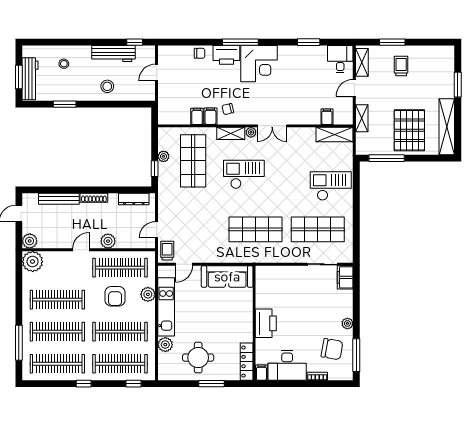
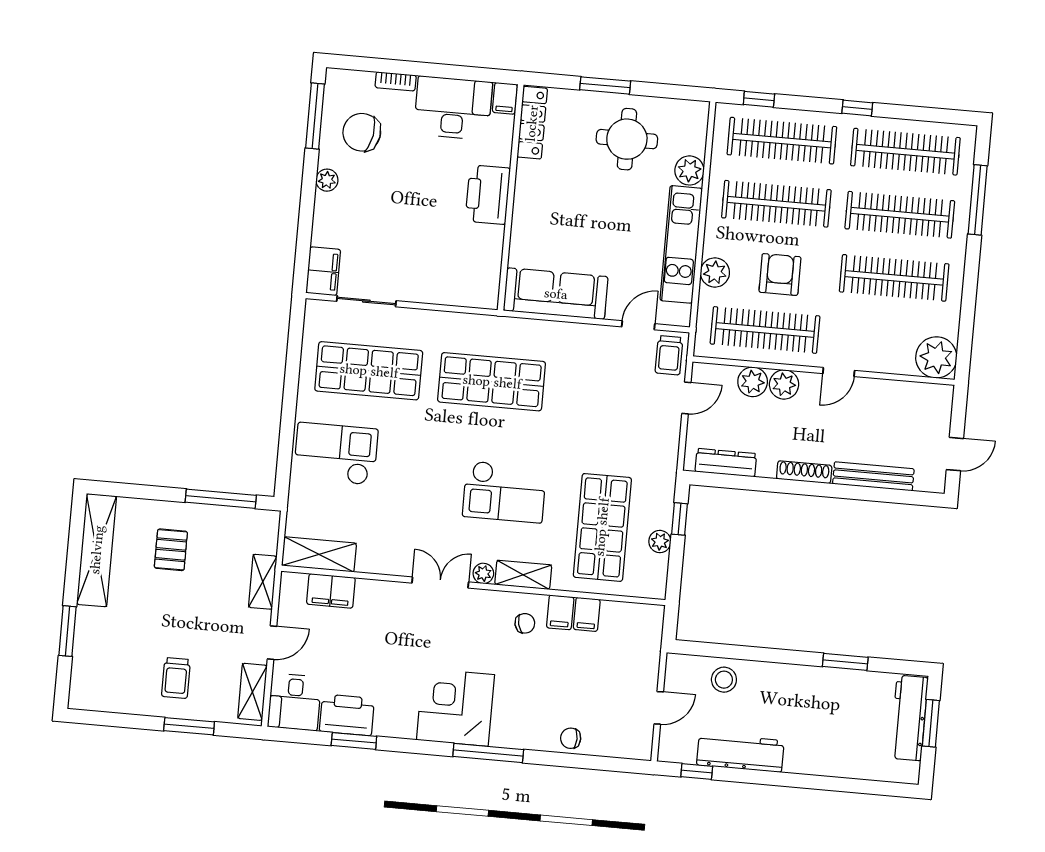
printer: (226, 55) -> (347, 715), moved
stool: (64, 64) -> (840, 742), removed
stool: (107, 86) -> (724, 680), moved
filing cabinet: (327, 117) -> (331, 591), width x2.00
pallet: (409, 130) -> (171, 550), width x0.49, depth x0.50
checkout: (331, 186) -> (336, 454), turned 180
plant: (30, 241) -> (753, 382), moved

